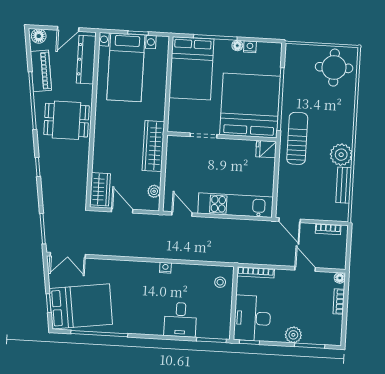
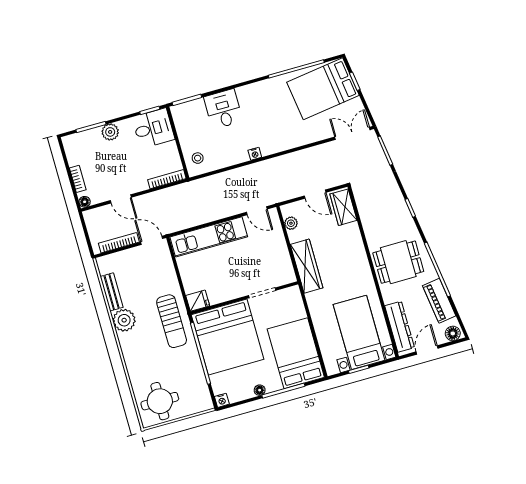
nightstand: (250, 47) -> (222, 400), moved
bookcase: (328, 229) -> (119, 243), width x1.56
desk: (252, 318) -> (153, 128), width x0.73

